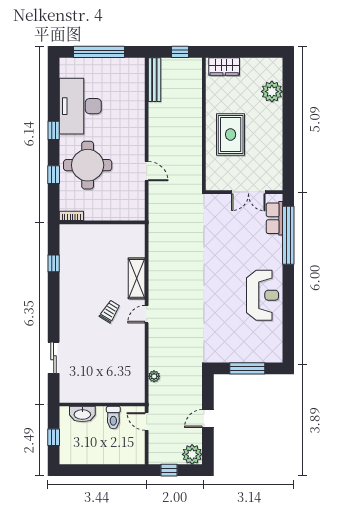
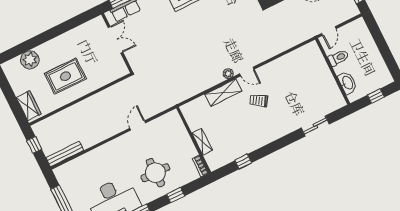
rug: (231, 134) -> (65, 76), moved
round table: (88, 165) -> (155, 173), width x0.73, depth x0.73
shelving: (96, 231) -> (202, 142), added
plant: (154, 376) -> (228, 74), moved

